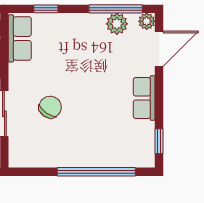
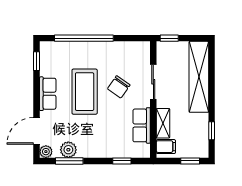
window: (116, 9) -> (69, 161), width x0.69
row of seats: (20, 38) -> (142, 125), moved
coffee table: (95, 101) -> (85, 92), added

